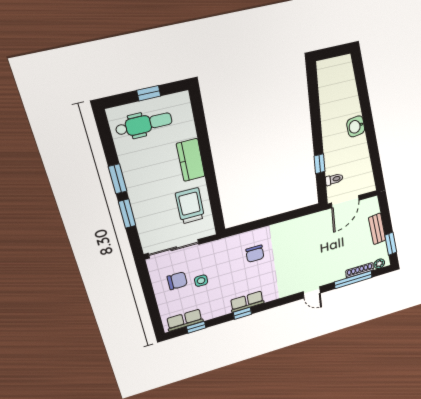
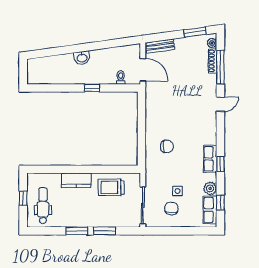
window: (320, 164) -> (92, 88), moved
bench: (377, 229) -> (160, 46), moved
plant: (211, 312) -> (210, 188), added

